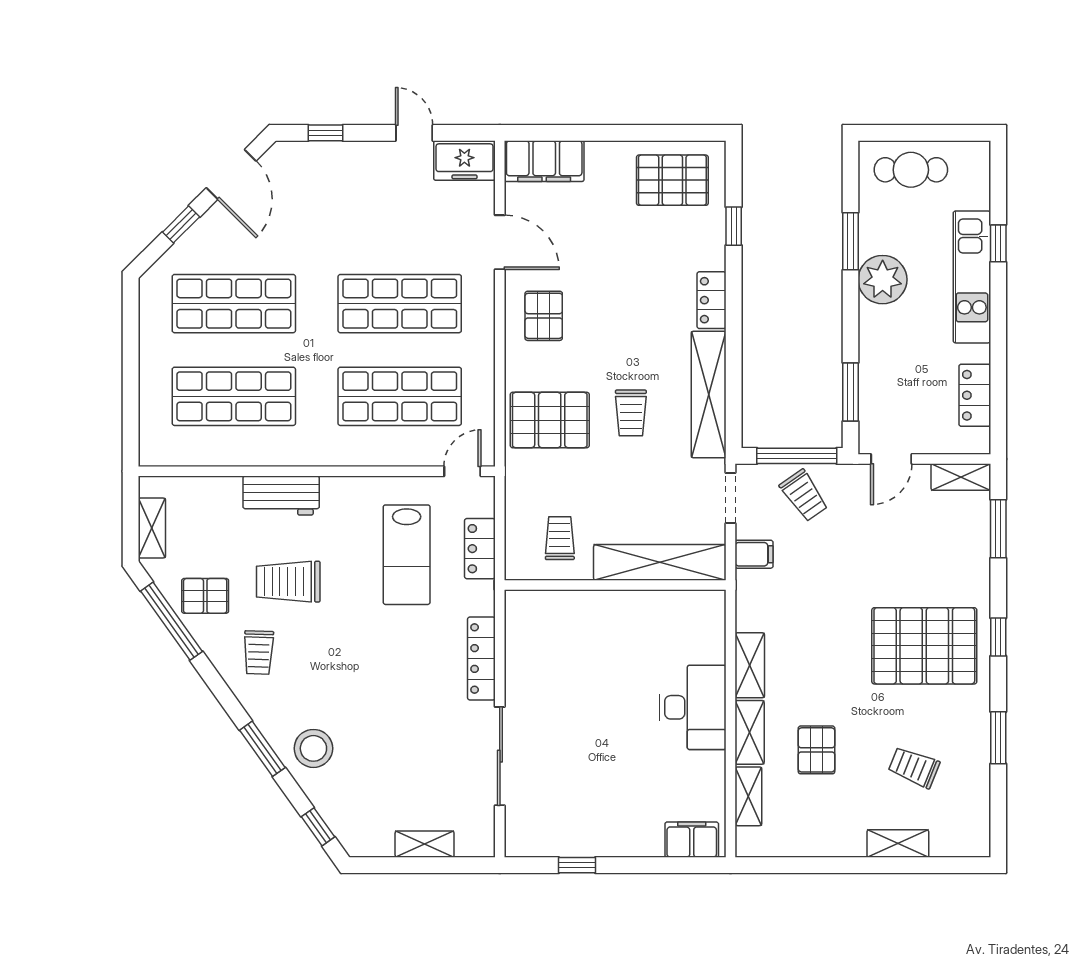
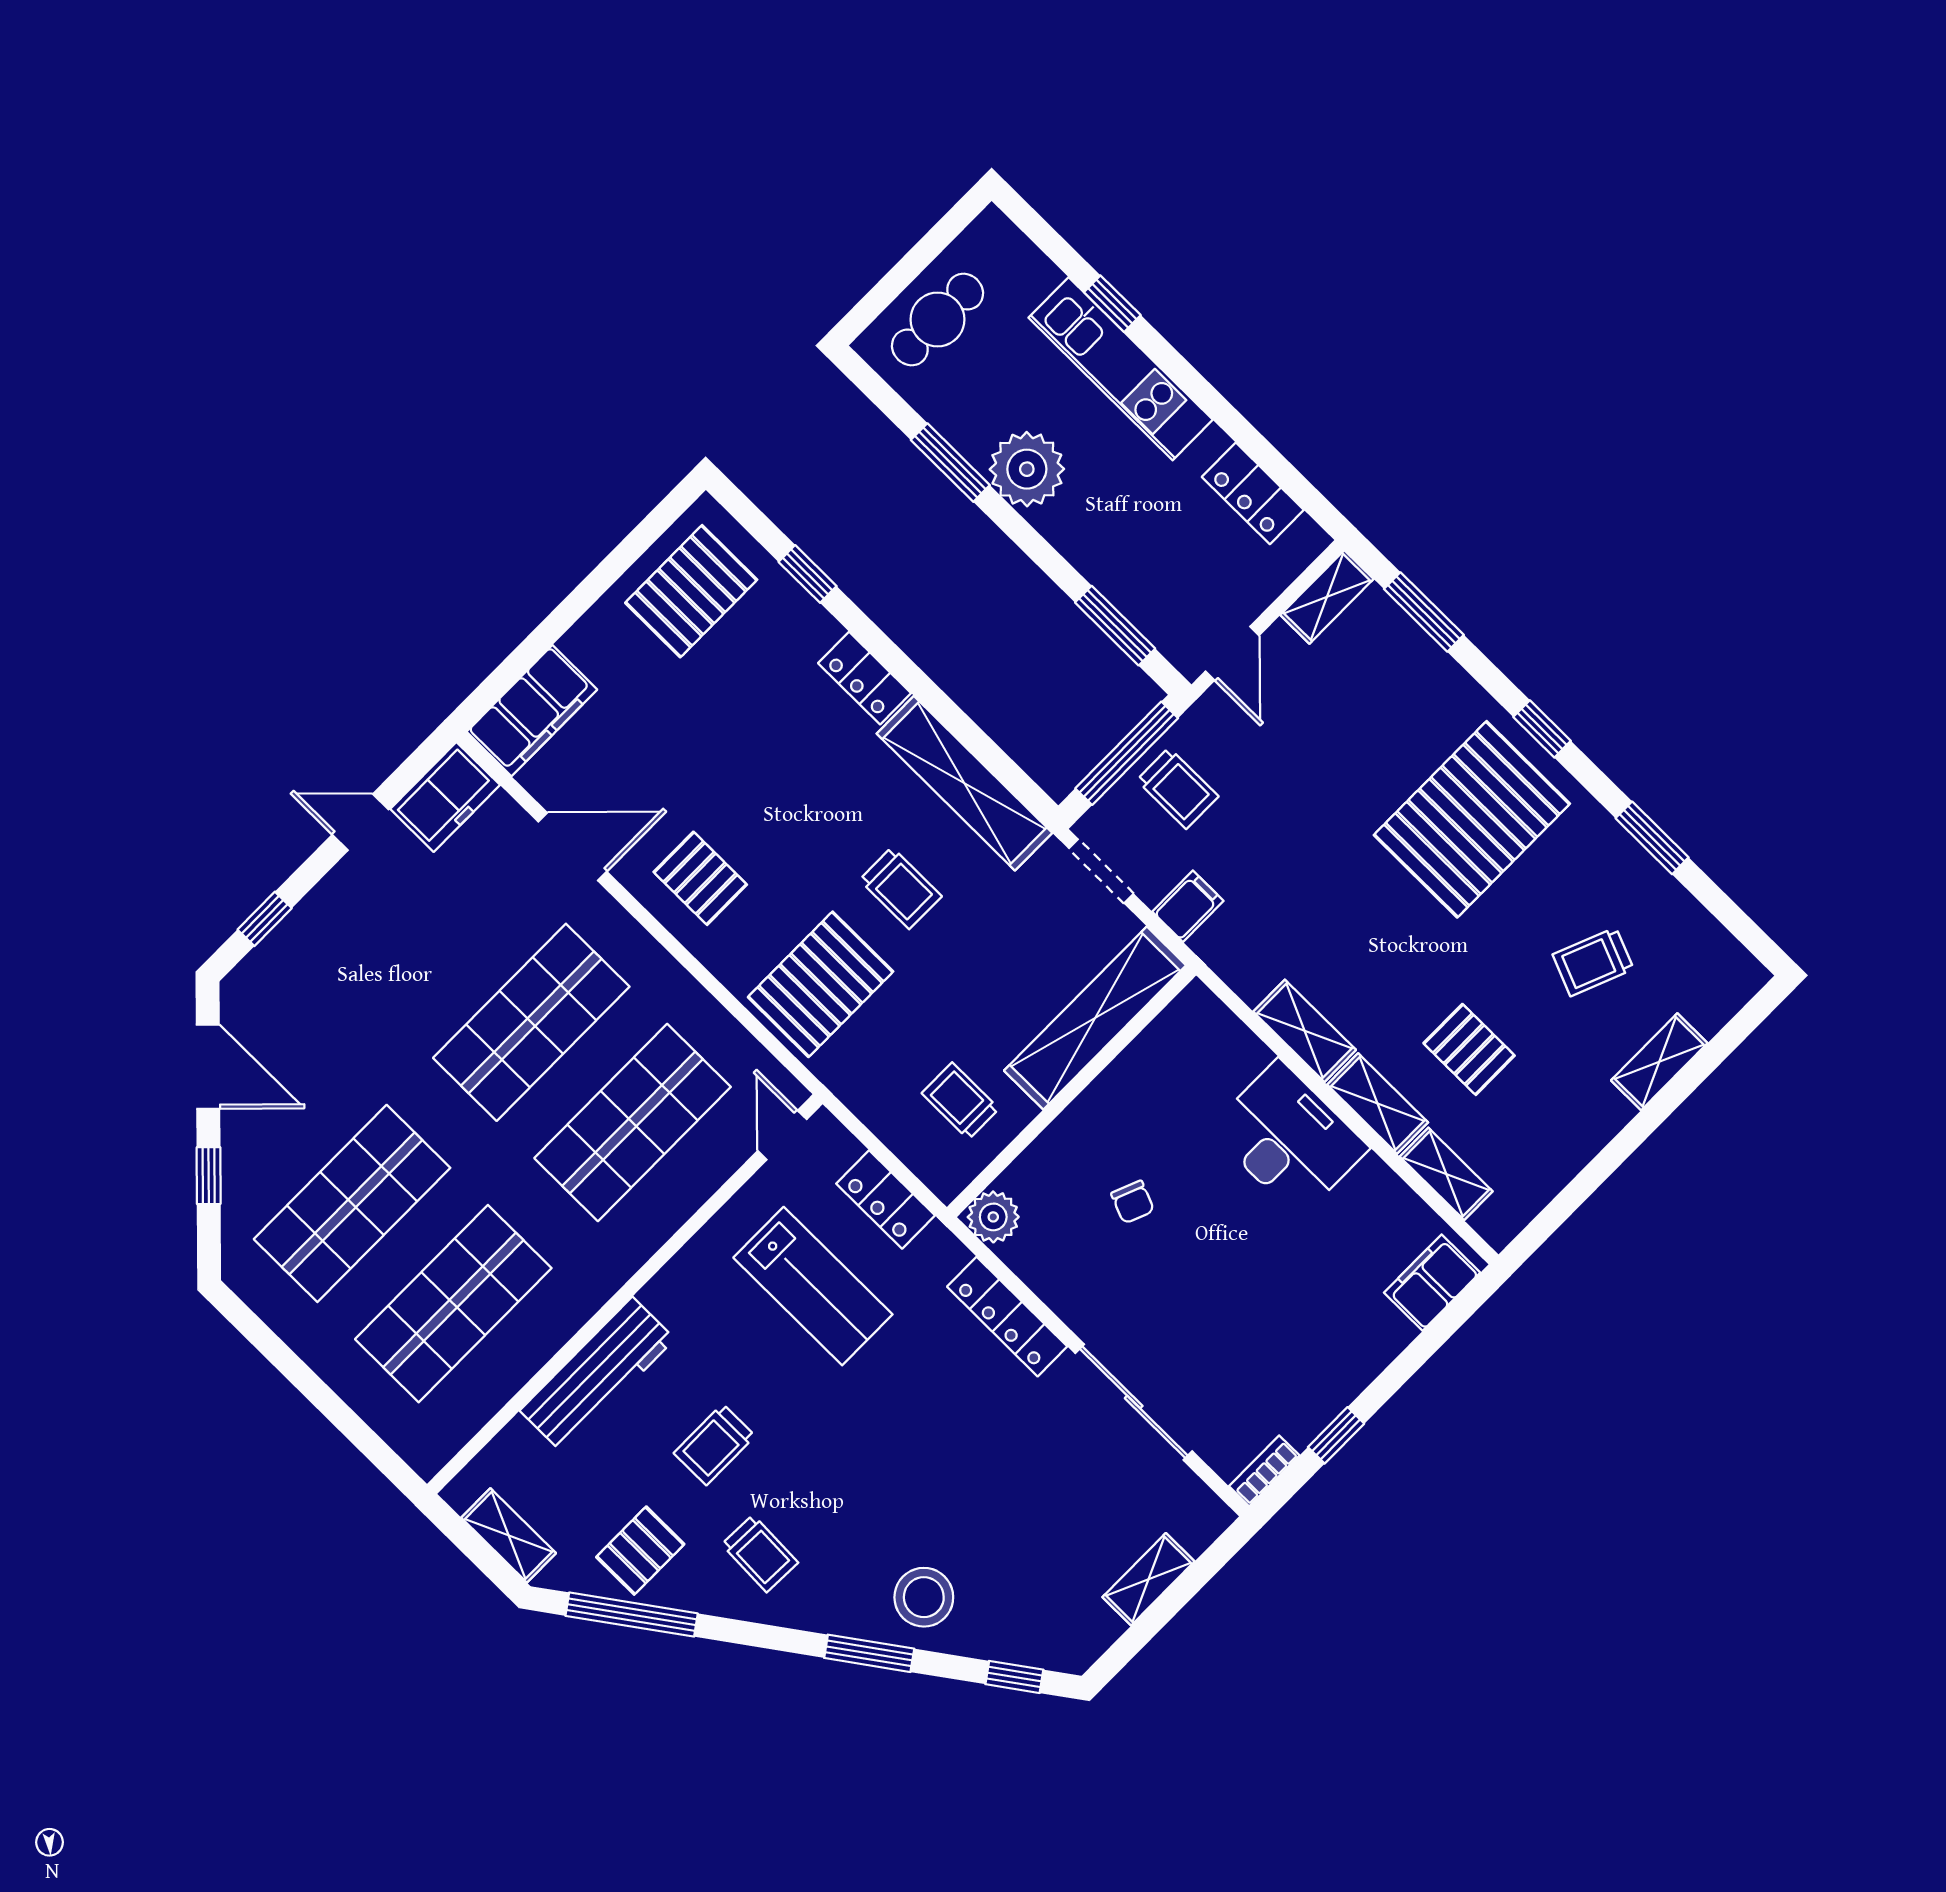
trolley: (804, 495) -> (1178, 788), turned 35
workbench: (281, 496) -> (597, 1375), width x1.38
trolley: (288, 582) -> (714, 1445), width x0.73, depth x0.72
plant: (521, 606) -> (993, 1217), added
chair: (592, 664) -> (1133, 1202), added
bookcase: (528, 848) -> (1264, 1471), added

